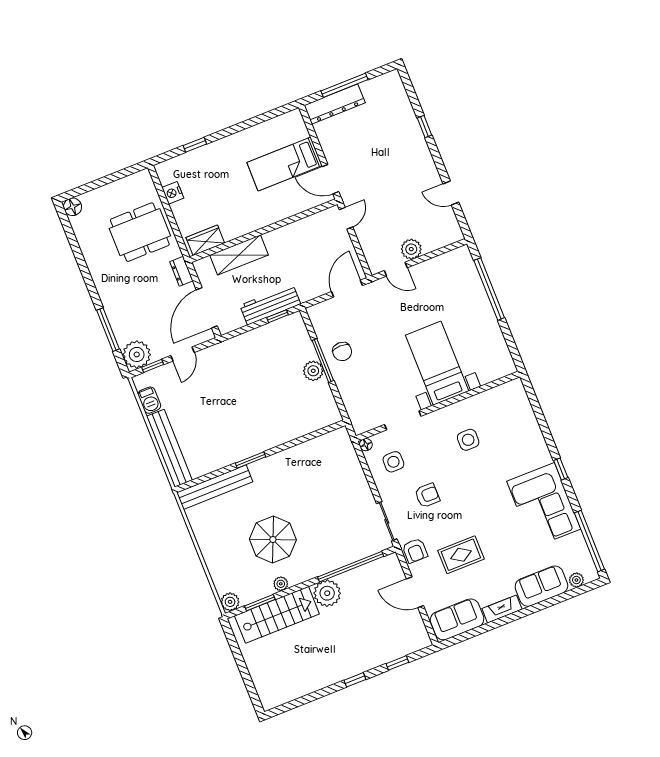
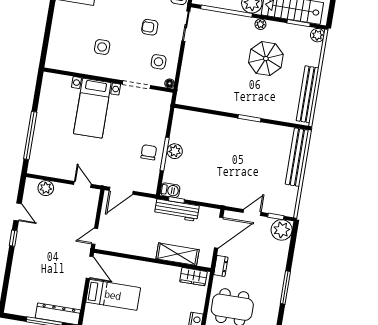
window: (424, 127) -> (13, 238), moved
plant: (411, 249) -> (46, 188), moved
window: (108, 330) -> (285, 288), moved
barbecue: (149, 400) -> (170, 190), moved, turned 90
bench: (215, 487) -> (308, 94), moved, turned 90
plant: (281, 584) -> (260, 24), moved

